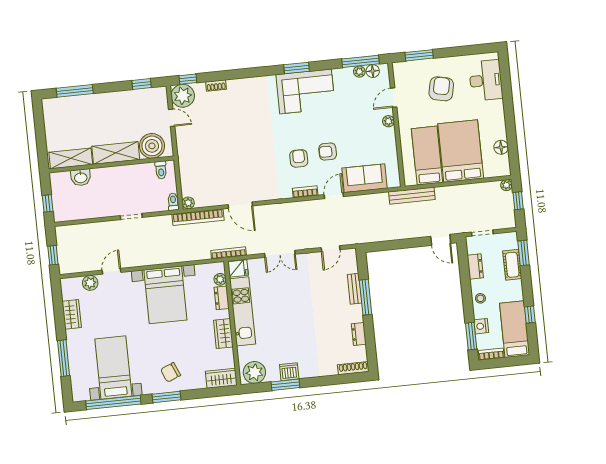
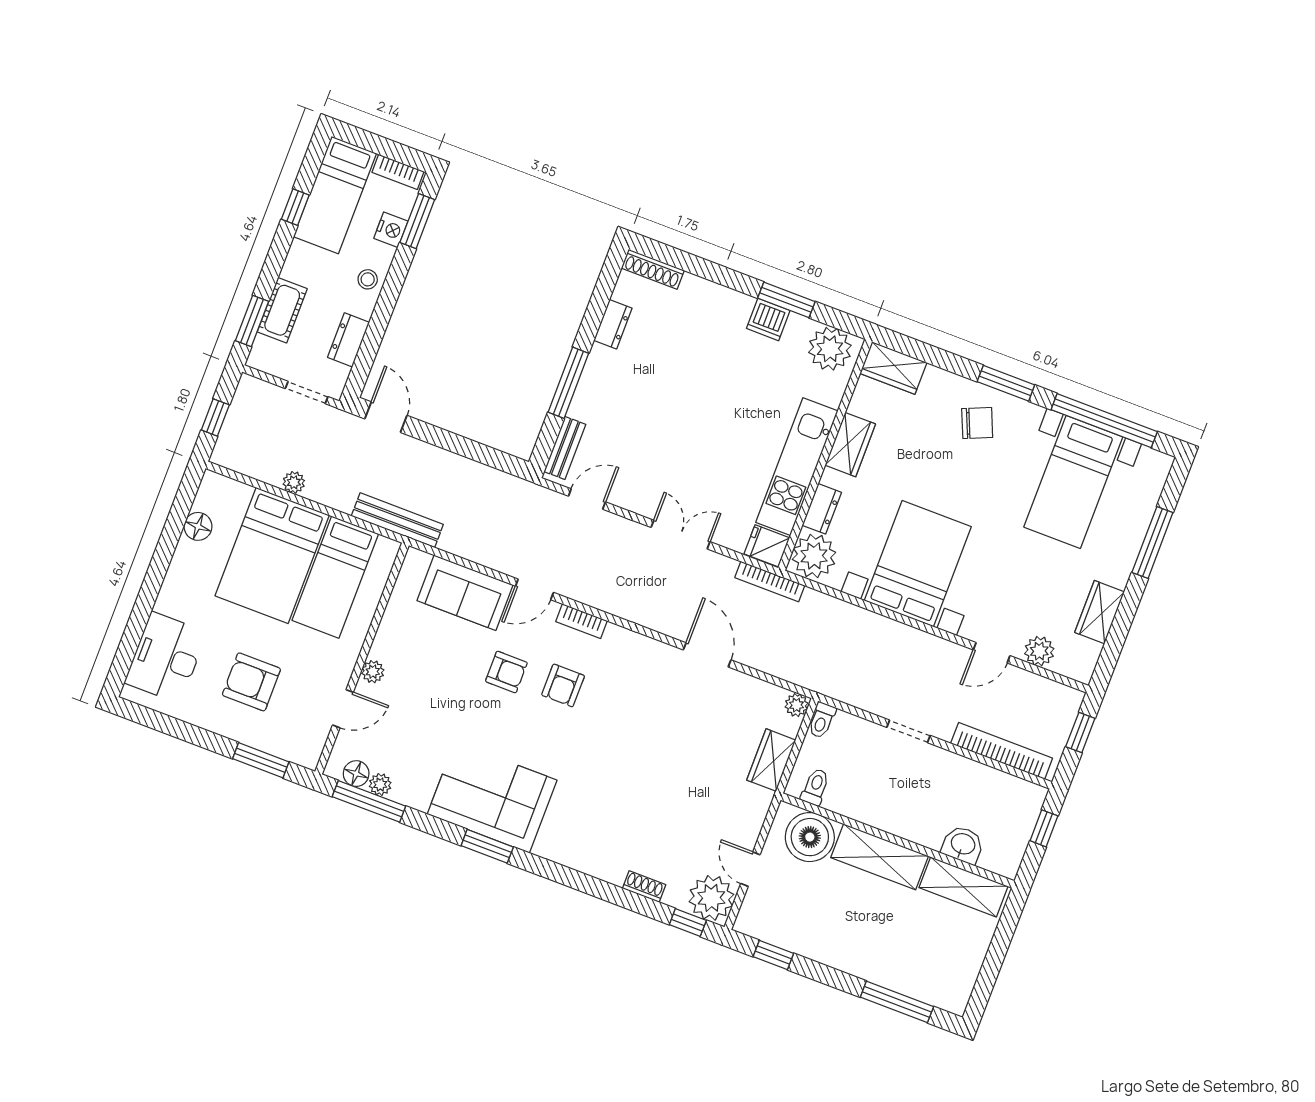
armchair: (441, 89) -> (251, 682), turned 78
wardrobe: (187, 172) -> (771, 760), added
plant: (506, 185) -> (294, 482), moved
bookcase: (198, 217) -> (1002, 751), moved
plant: (220, 279) -> (814, 556), width x1.88, depth x1.88
bench: (355, 289) -> (565, 448), moved

